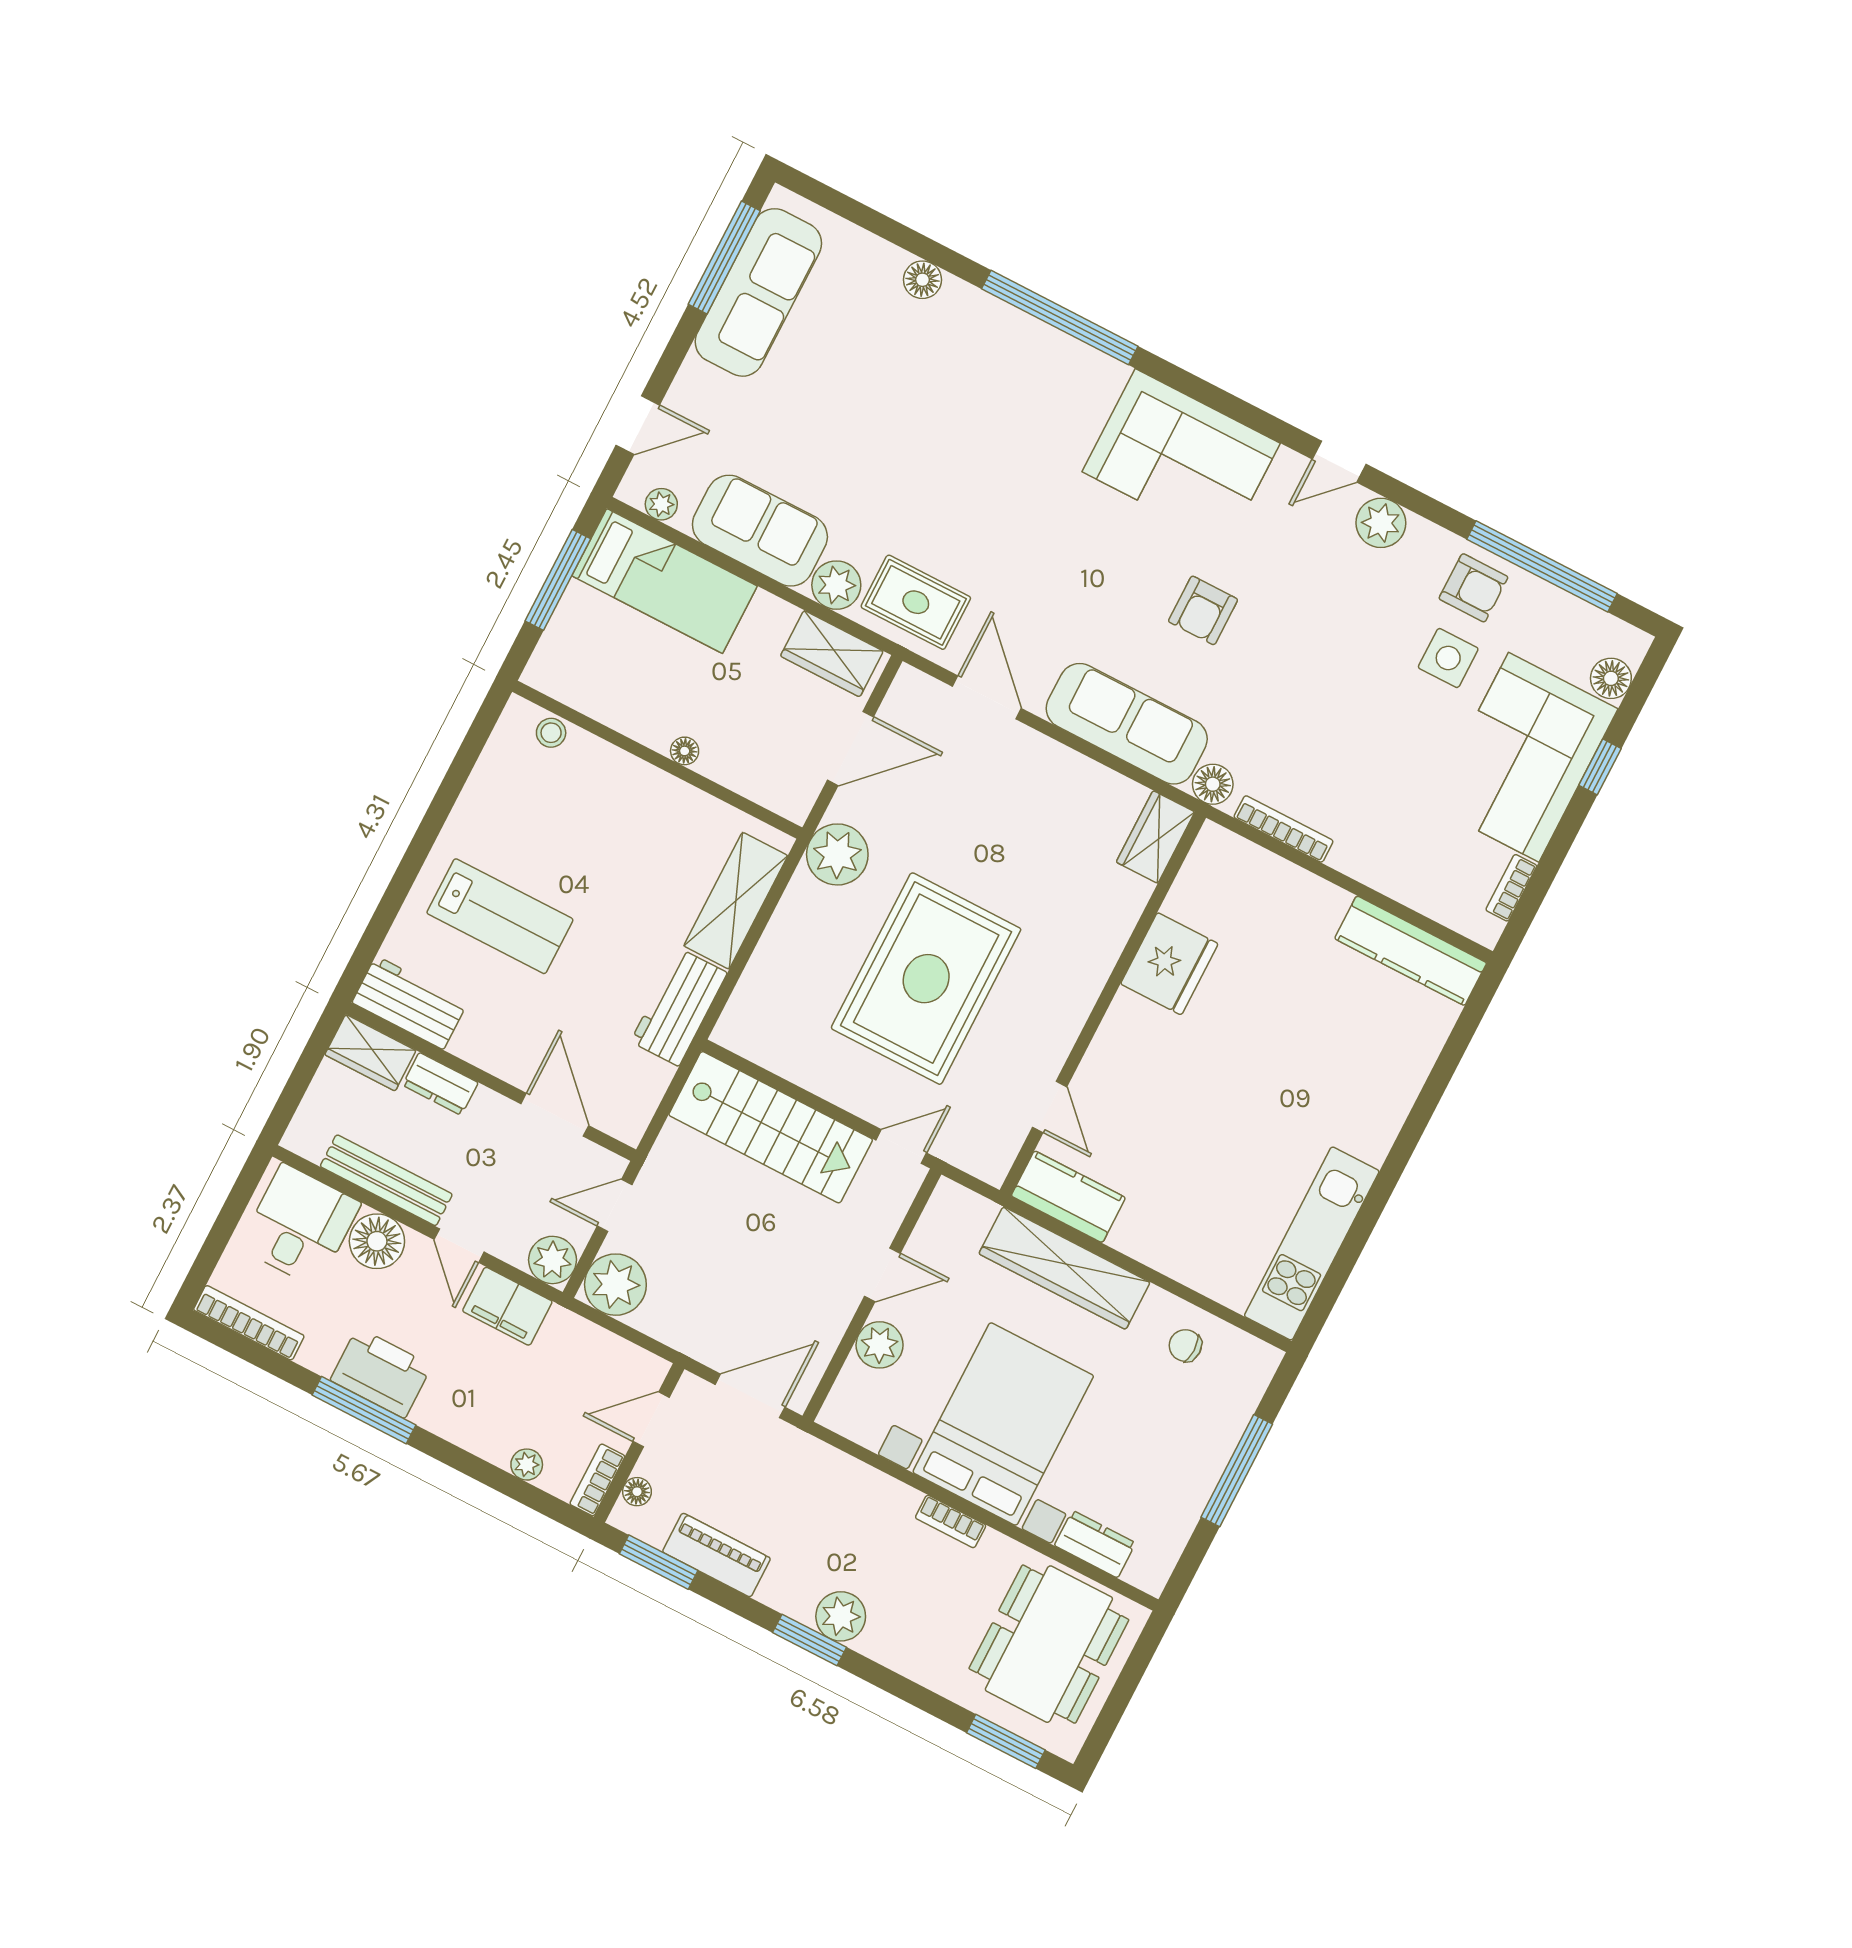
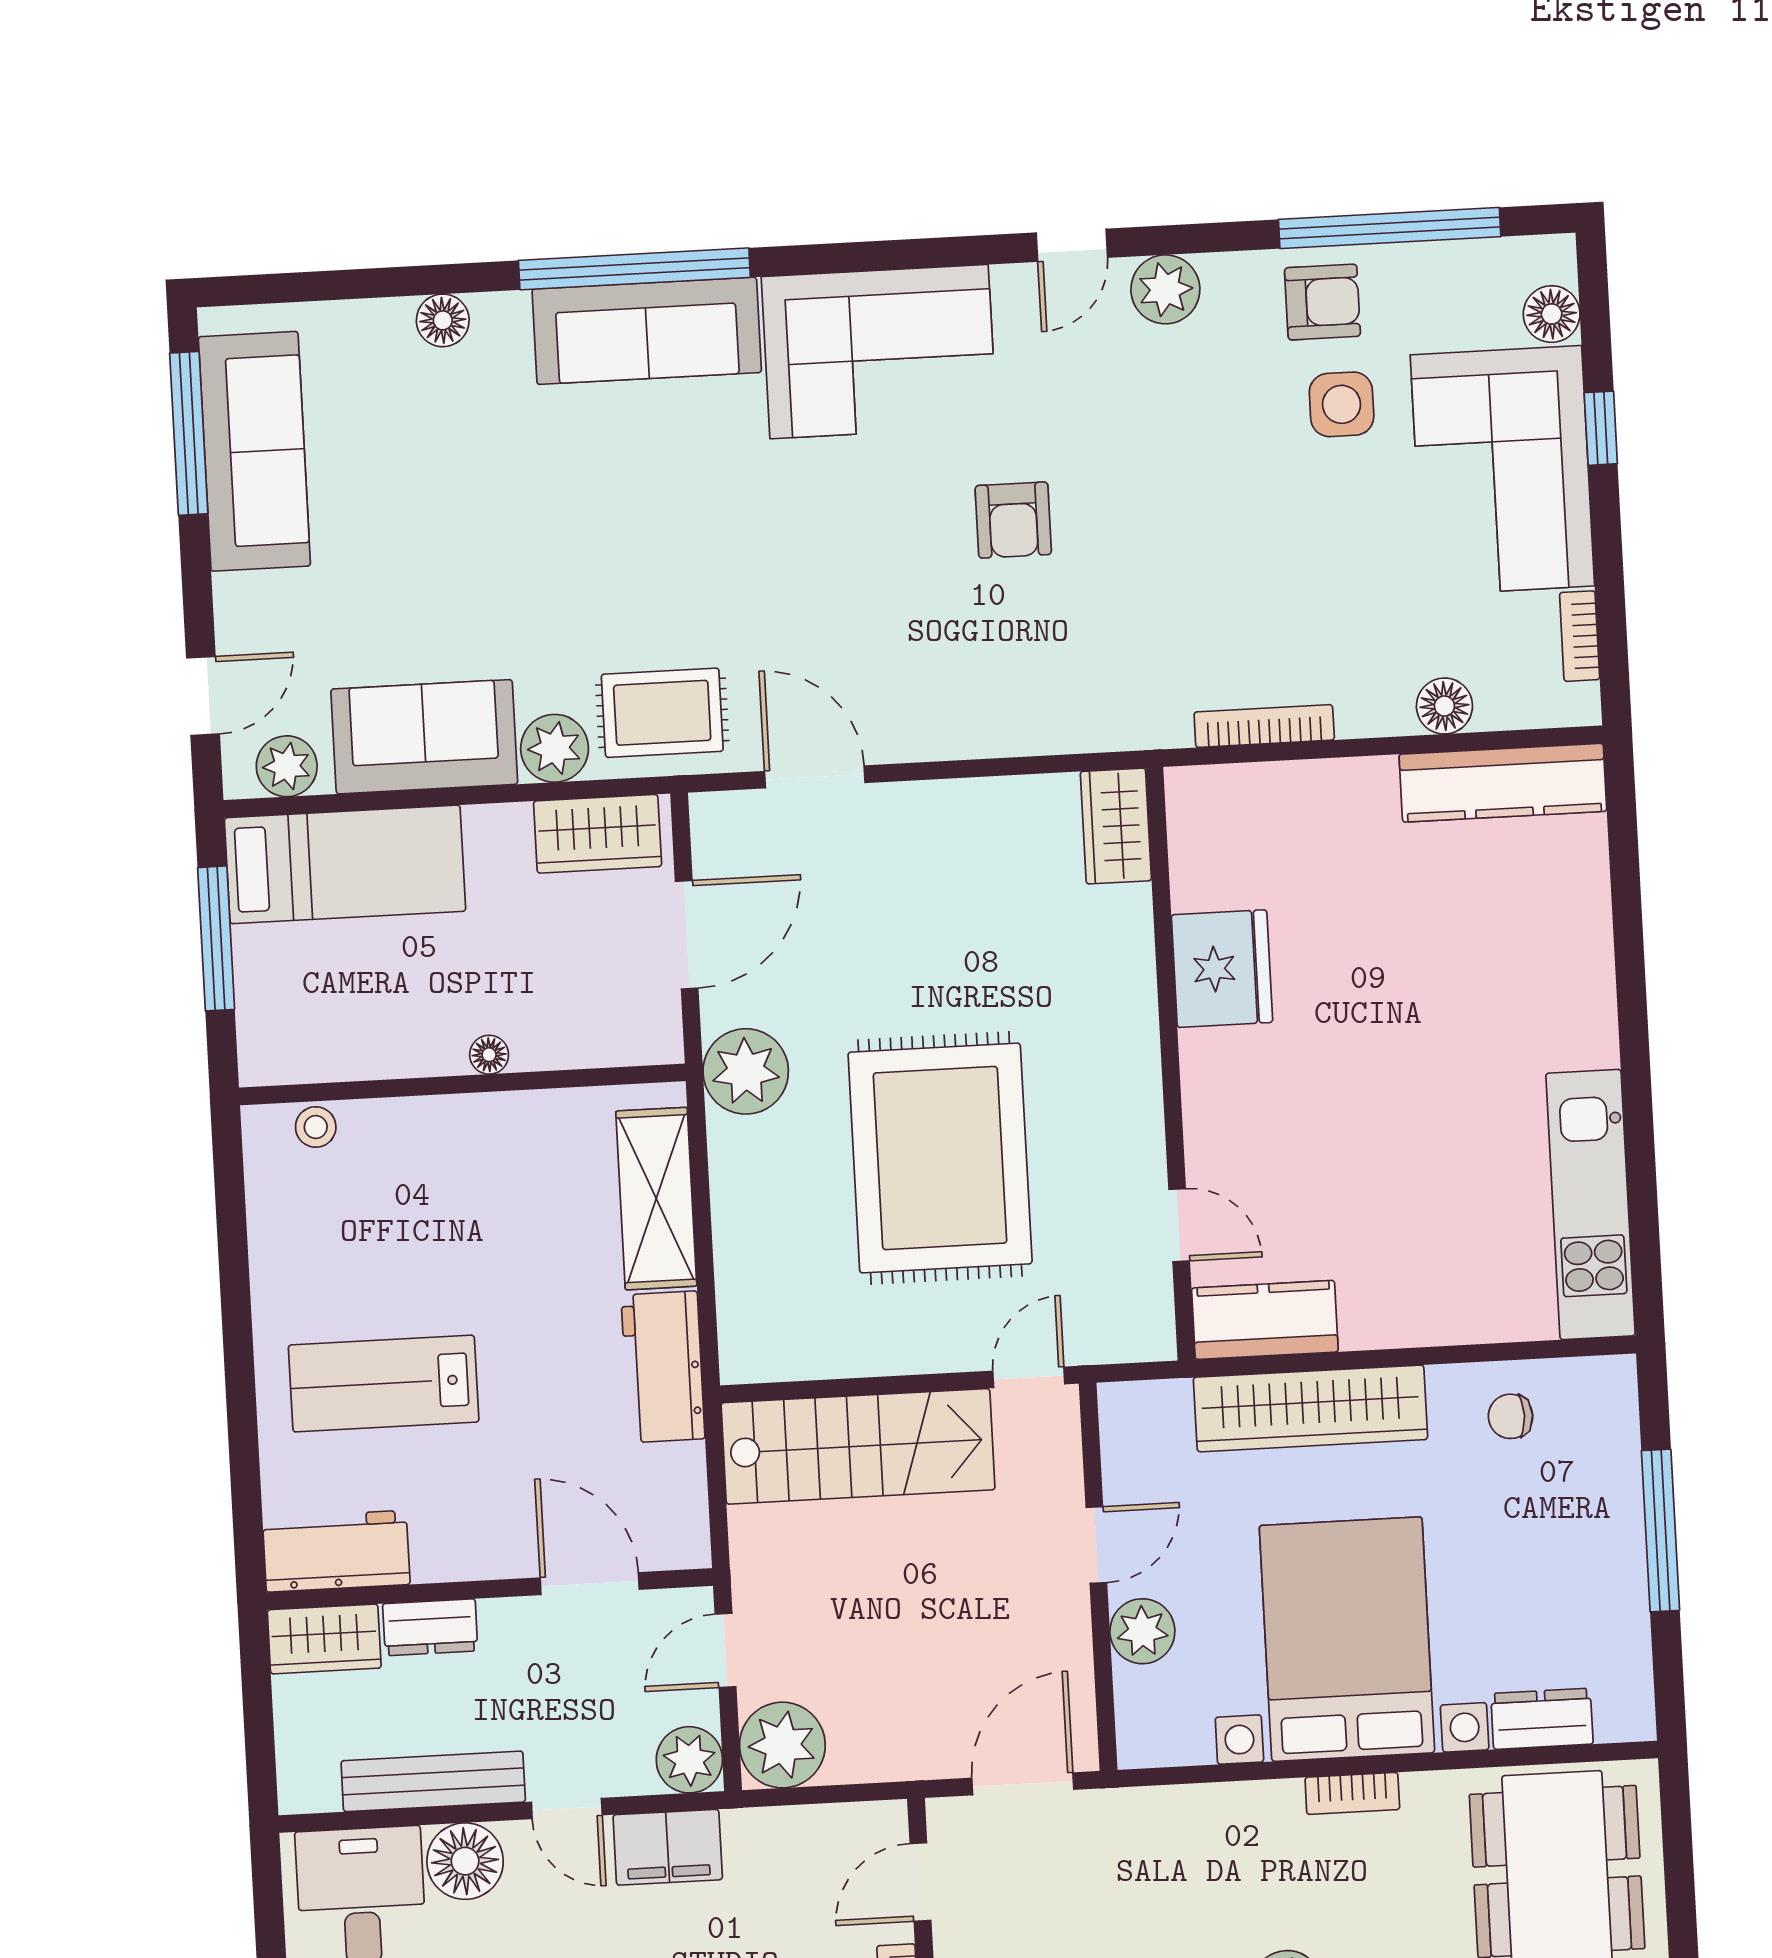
plant: (661, 504) -> (287, 766), width x1.38, depth x1.38
sofa: (1127, 724) -> (647, 331), moved, turned 180
floor lamp: (1213, 784) -> (1444, 706), moved
lab bench: (500, 916) -> (384, 1384), turned 180

